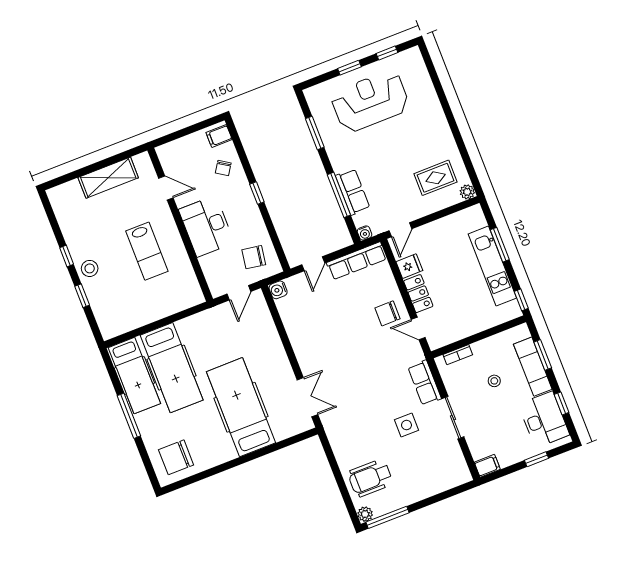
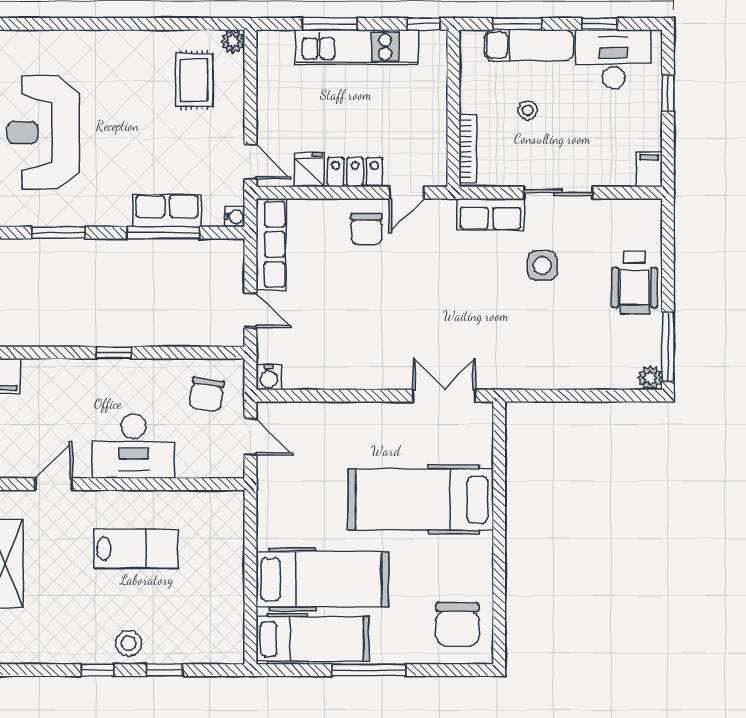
chair: (223, 168) -> (57, 388), removed
bookcase: (458, 355) -> (468, 149), width x1.56
wheelchair: (370, 478) -> (634, 282), moved

